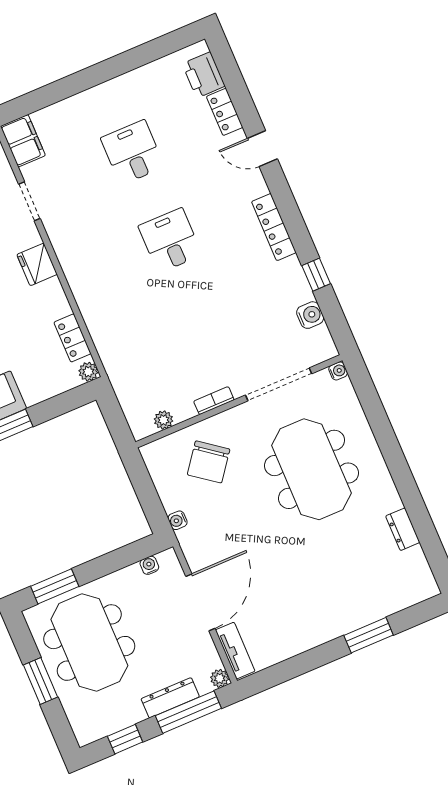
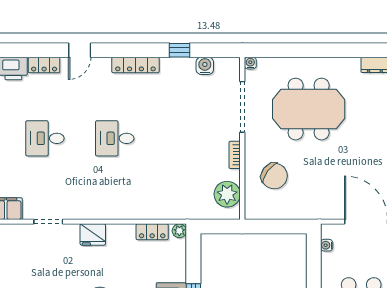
plant: (163, 420) -> (227, 194), width x1.88, depth x1.88
water cooler: (178, 520) -> (304, 213), removed

